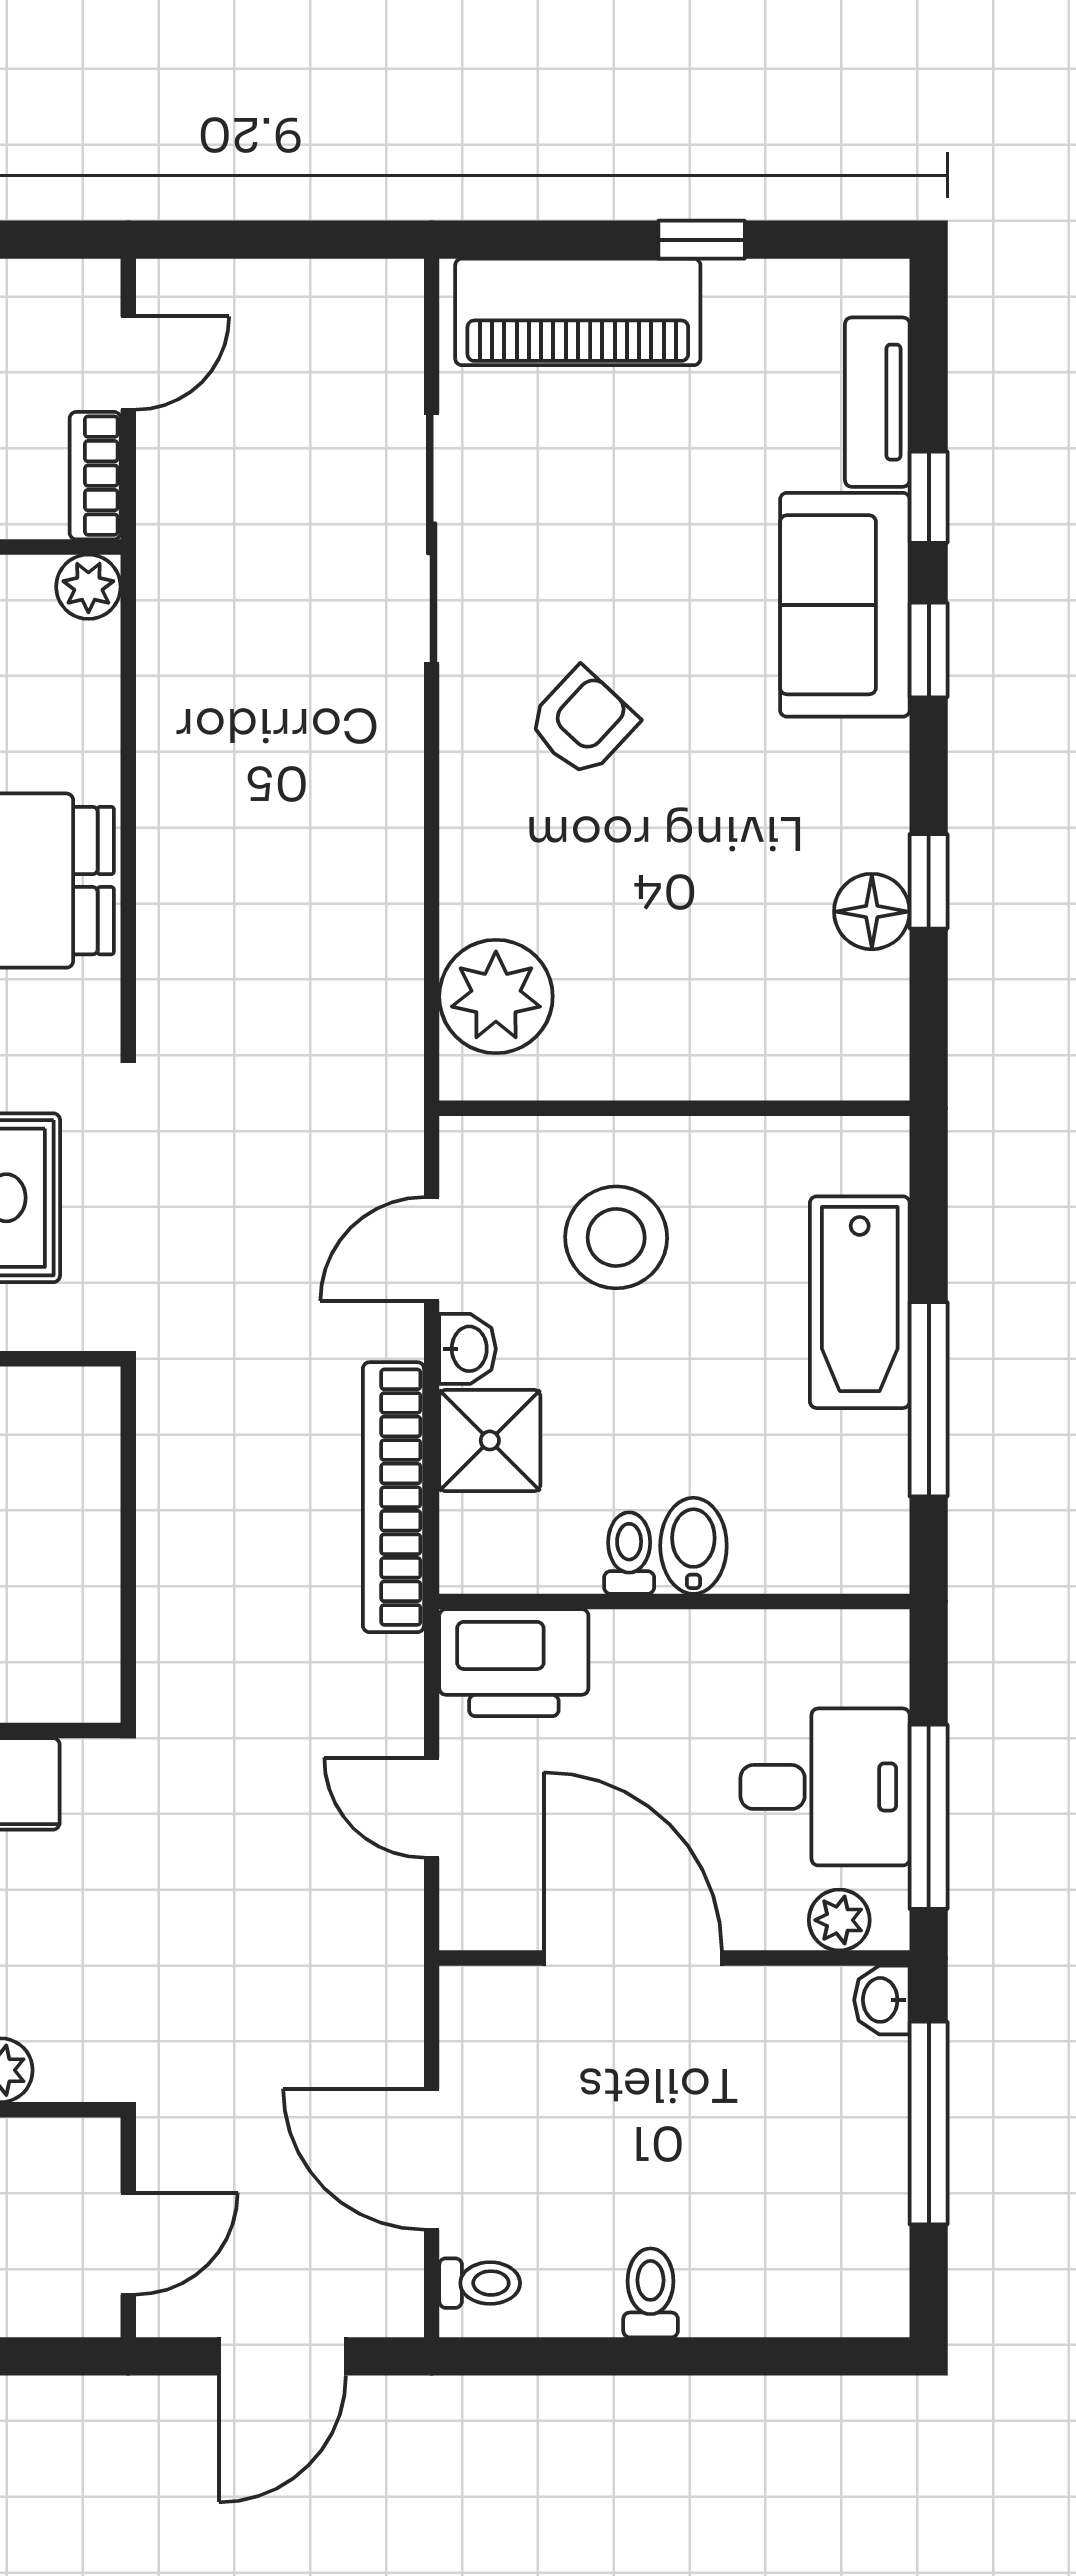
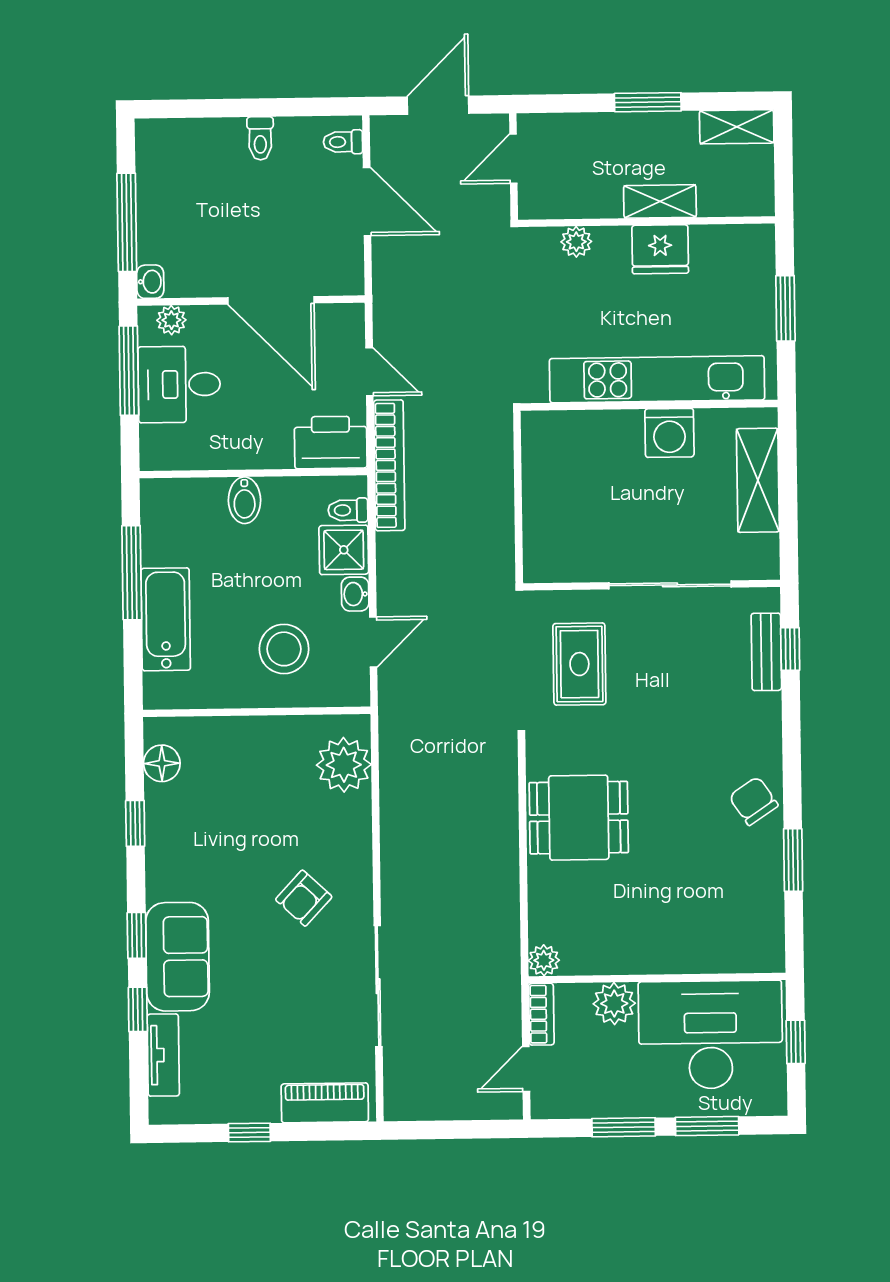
piano: (578, 312) -> (325, 1103), width x0.73, depth x0.75
floor lamp: (872, 912) -> (162, 763), moved
bookcase: (393, 1497) -> (389, 465), moved
toilet: (629, 1553) -> (348, 510), moved, turned 90

